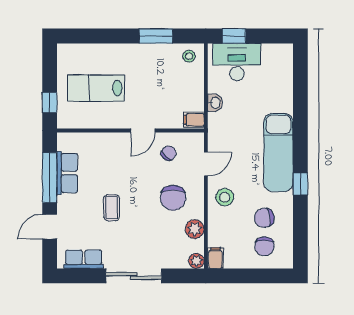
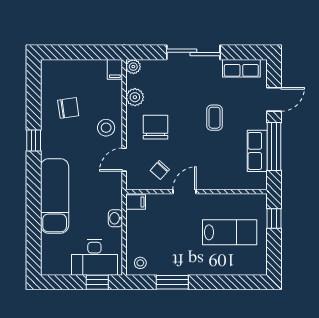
exam couch: (278, 153) -> (55, 196), moved
chair: (264, 246) -> (68, 81), removed

